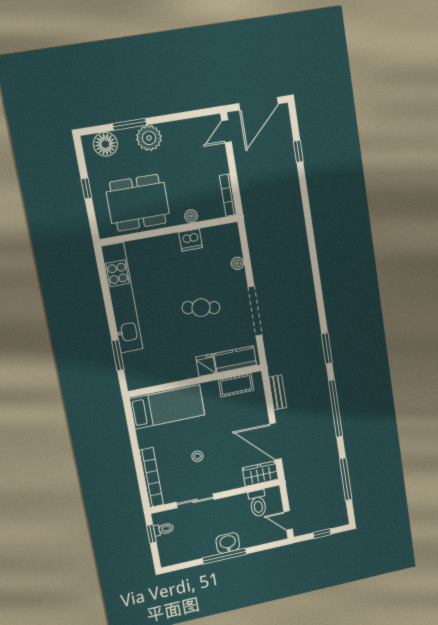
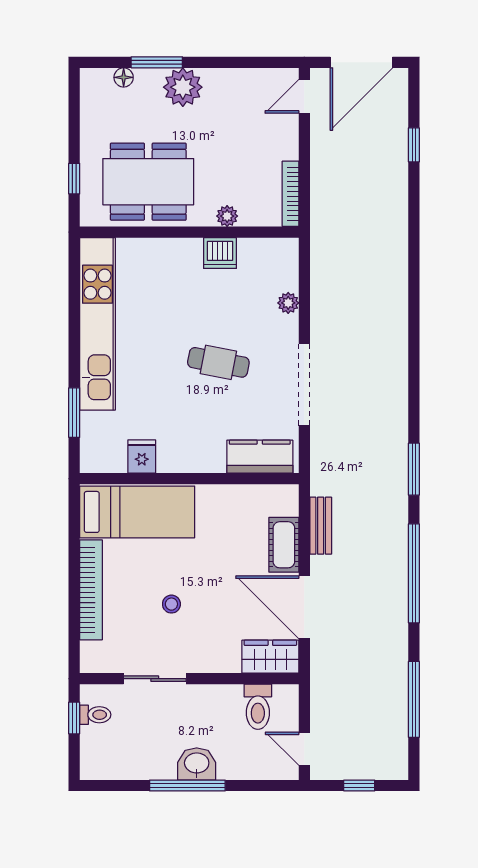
floor lamp: (105, 144) -> (124, 77), width x0.53, depth x0.53
window: (86, 188) -> (74, 179), moved
fridge: (206, 365) -> (142, 457), moved
cot: (236, 385) -> (284, 545), moved, turned 90
bookcase: (151, 478) -> (91, 590), moved

